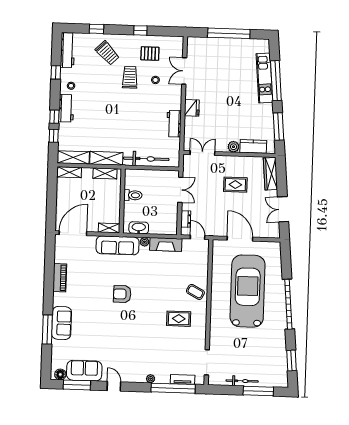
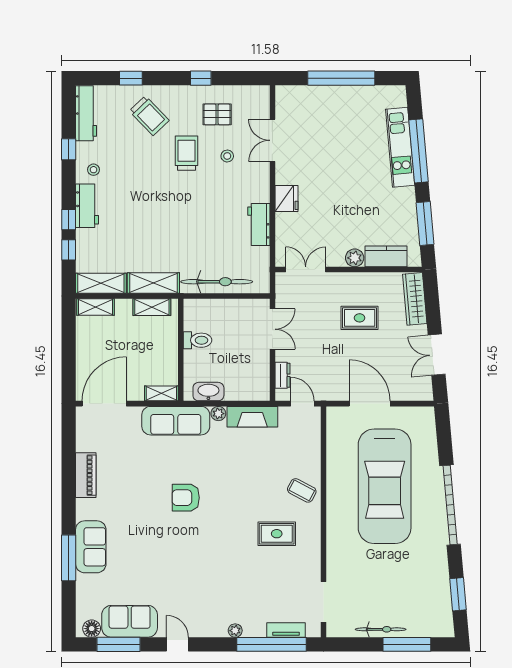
car: (248, 291) -> (385, 486), turned 180

